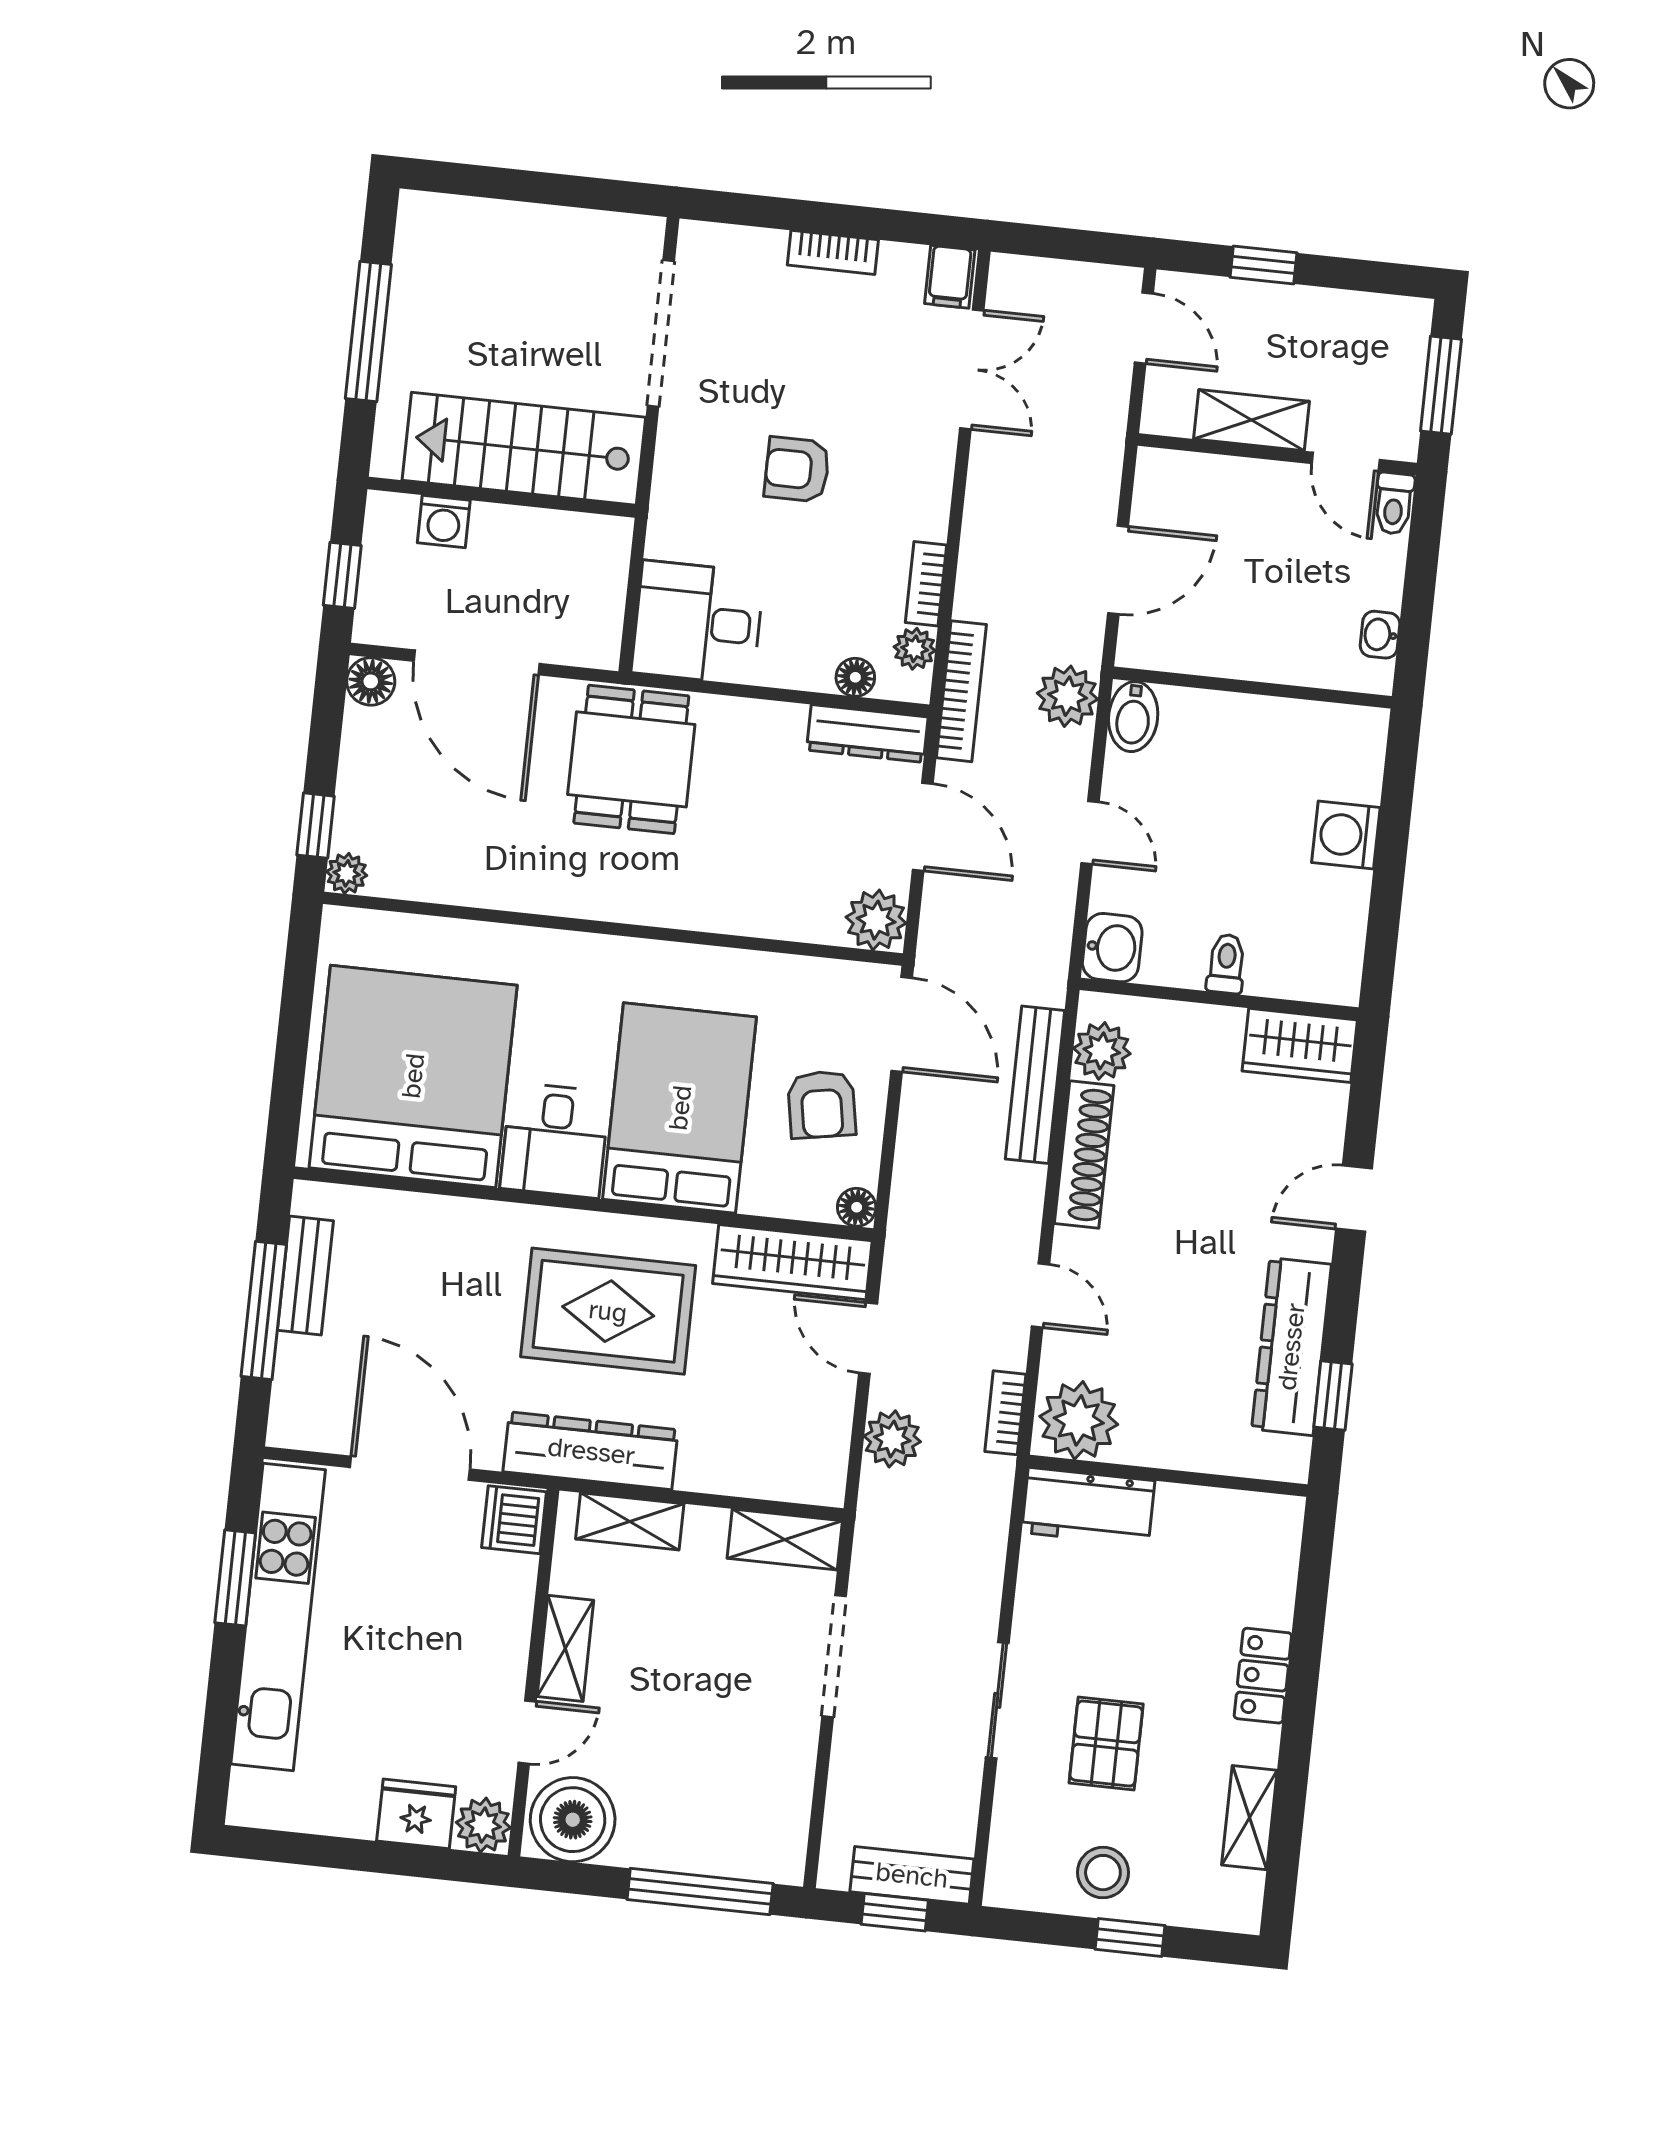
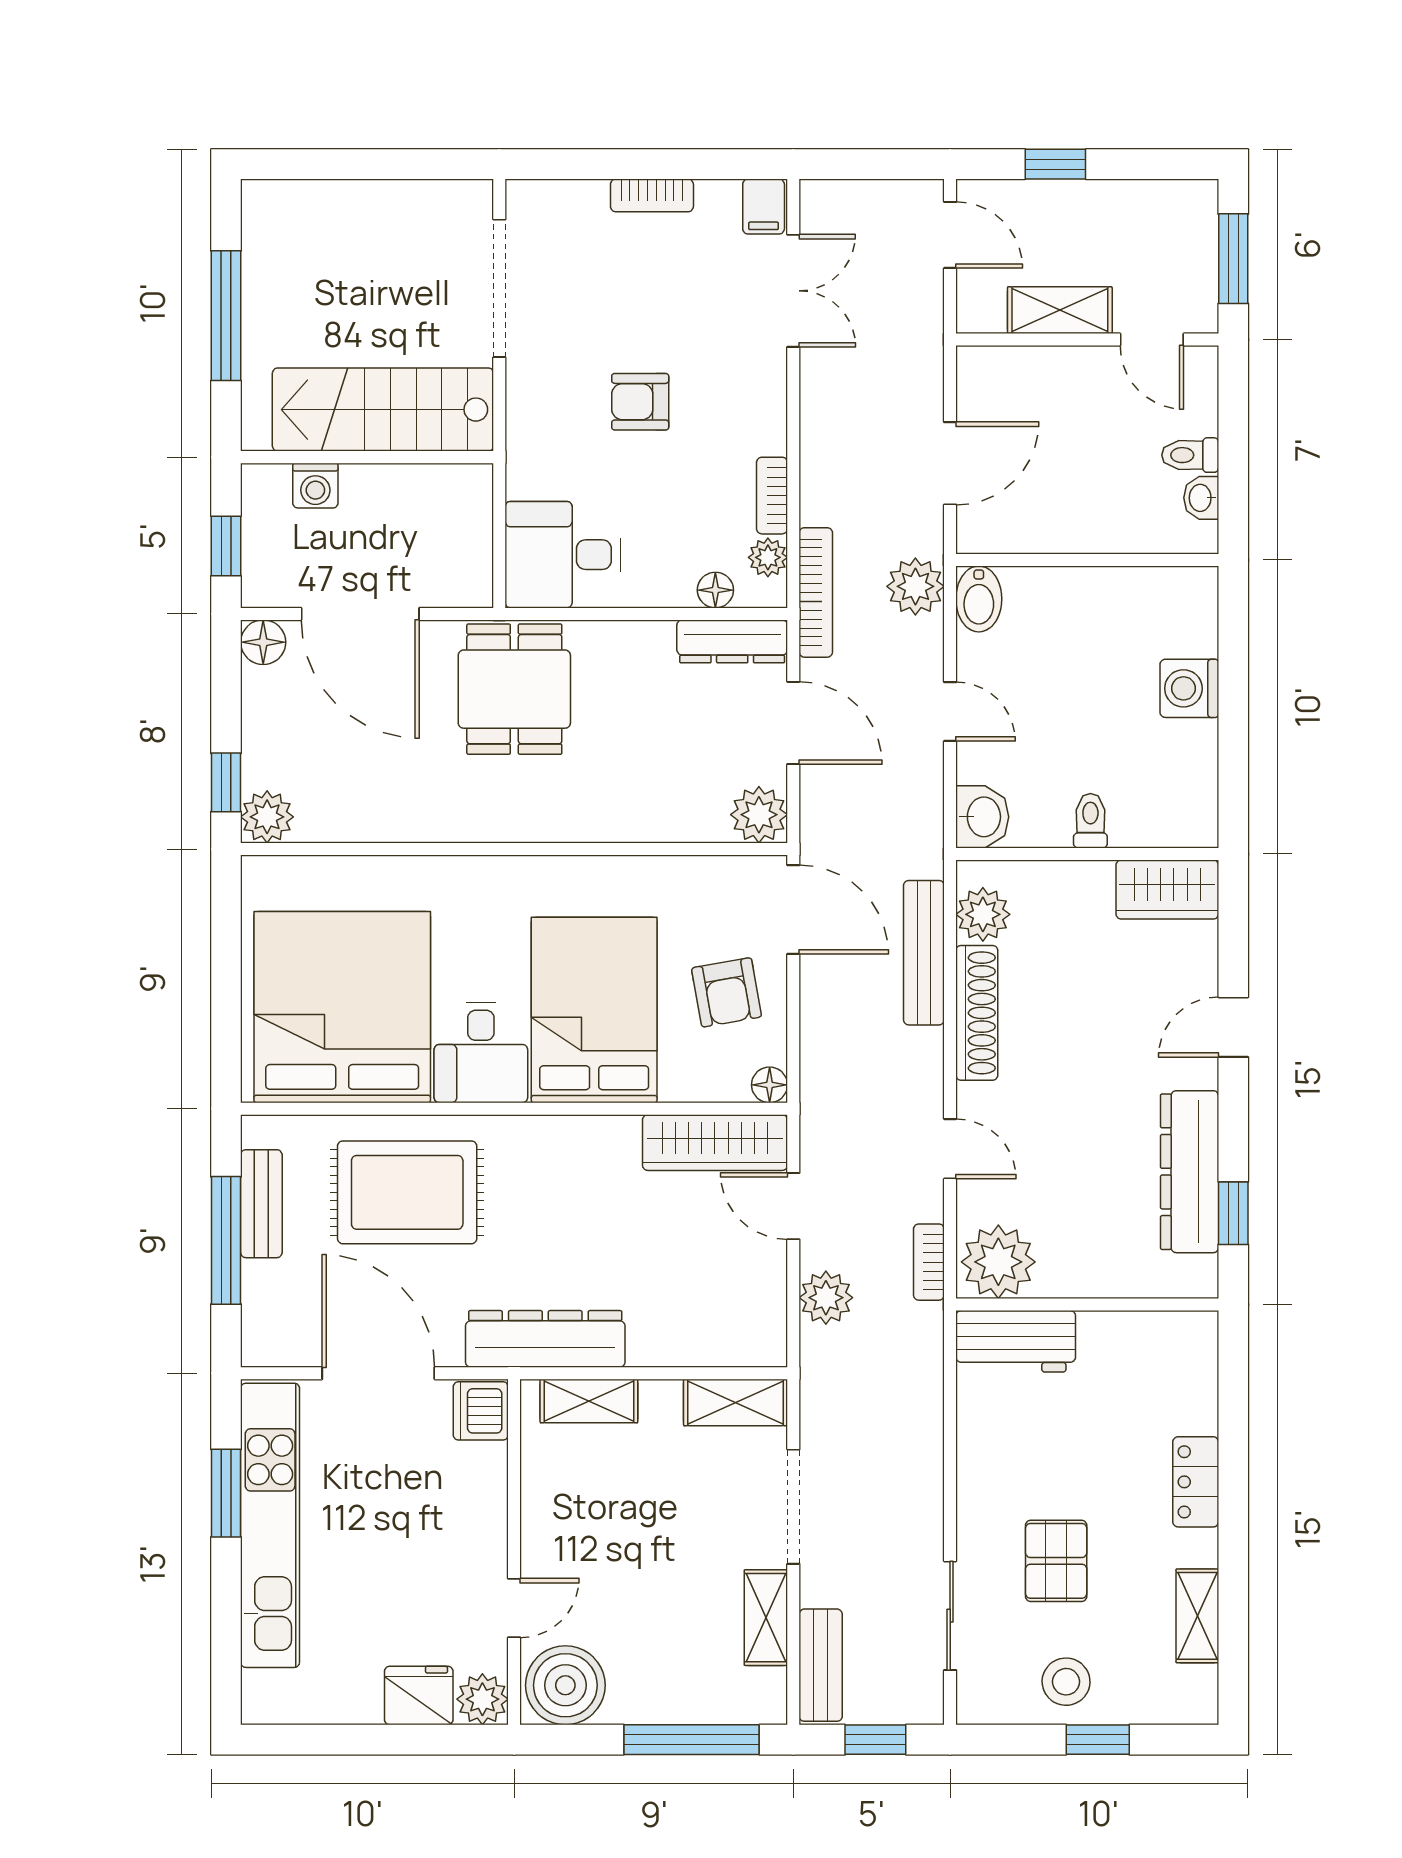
toilet: (1394, 503) -> (1190, 455), moved, turned 90
plant: (347, 873) -> (267, 817), width x1.38, depth x1.38
rug: (608, 1311) -> (407, 1192), moved
shelving: (565, 1648) -> (766, 1618), moved
sliding door: (997, 1700) -> (950, 1616), moved
bench: (912, 1875) -> (821, 1665), moved, turned 90

